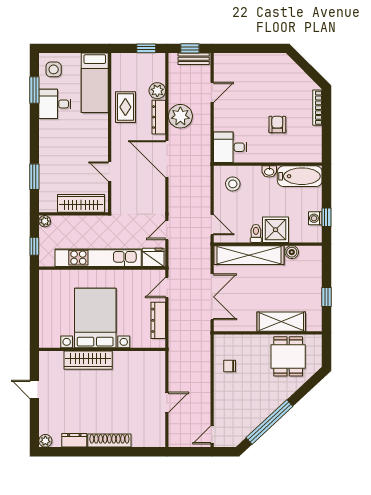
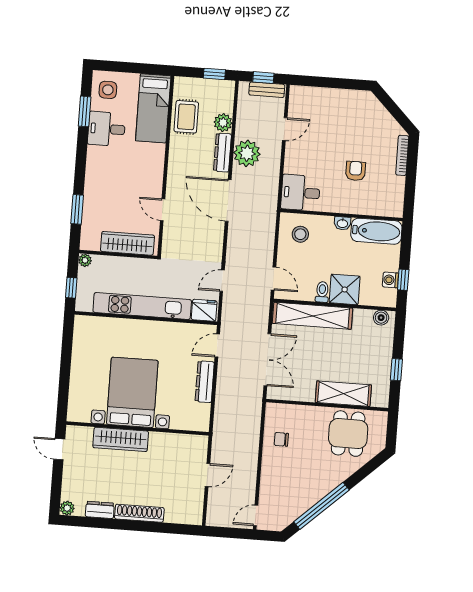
rug: (125, 107) -> (186, 117), moved
boiler: (292, 252) -> (381, 318), moved
bed with nightstands: (95, 318) -> (132, 392), moved
wall: (102, 349) -> (138, 428), moved
wardrobe: (88, 360) -> (121, 439), moved

